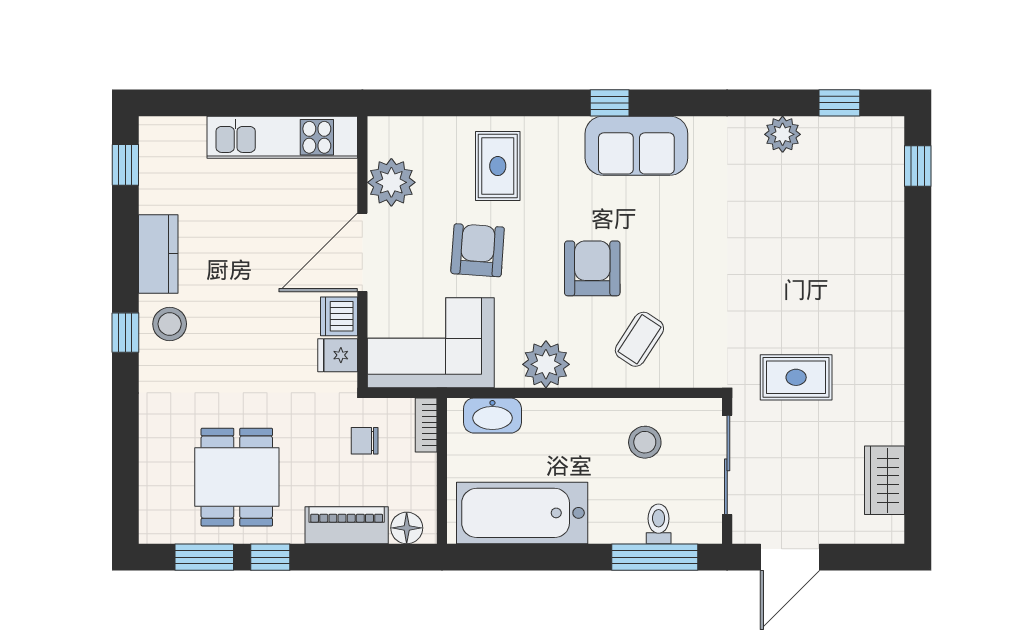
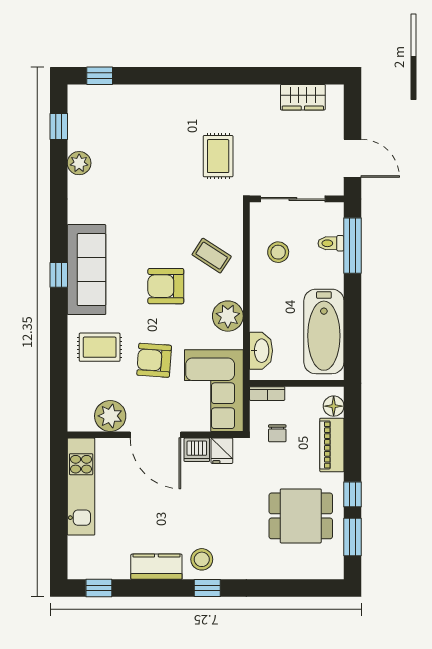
sofa: (636, 146) -> (87, 270), width x1.36
rug: (796, 377) -> (218, 156), moved

